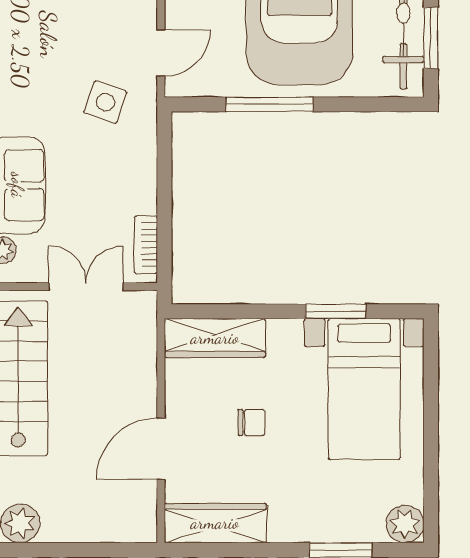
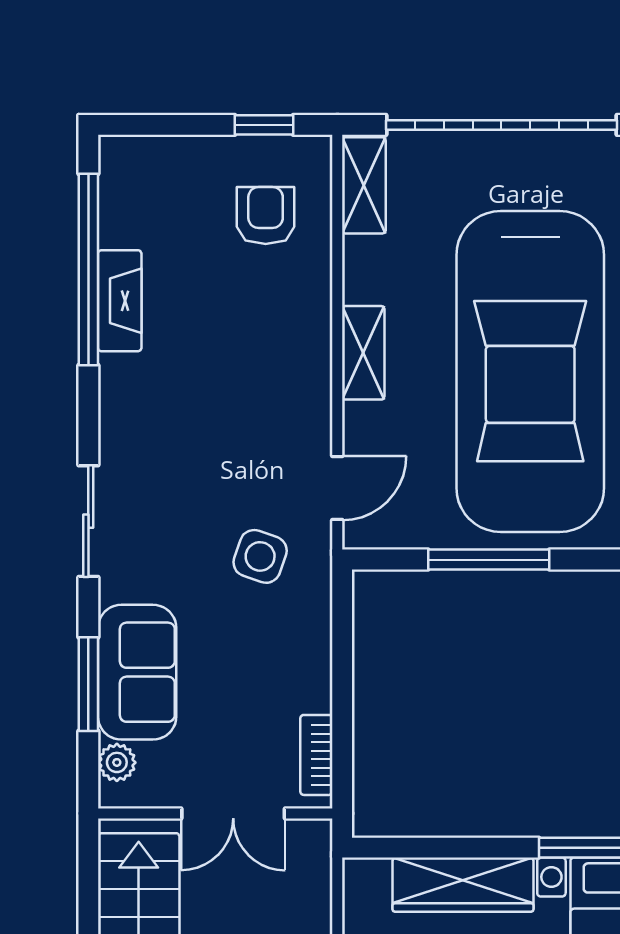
double door: (86, 287) -> (233, 813), swing flipped
wardrobe: (215, 338) -> (463, 885), moved

